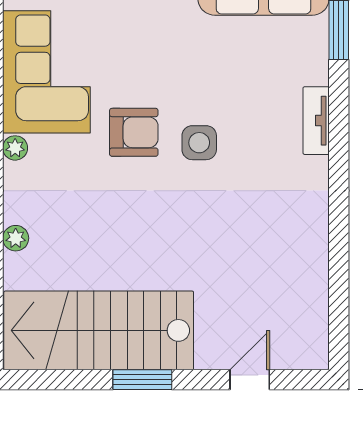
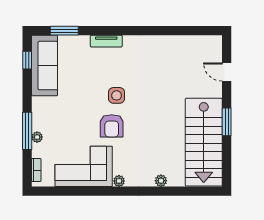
armchair: (134, 132) -> (112, 126), turned 180

